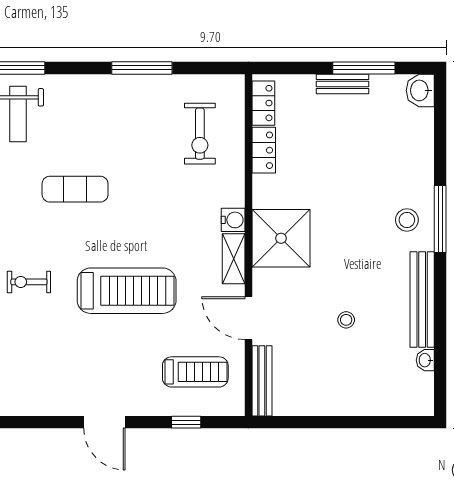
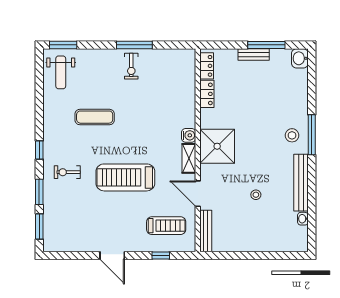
exercise bike: (200, 134) -> (131, 66), moved, width x0.73, depth x0.72
treadmill: (127, 291) -> (125, 177), turned 180

